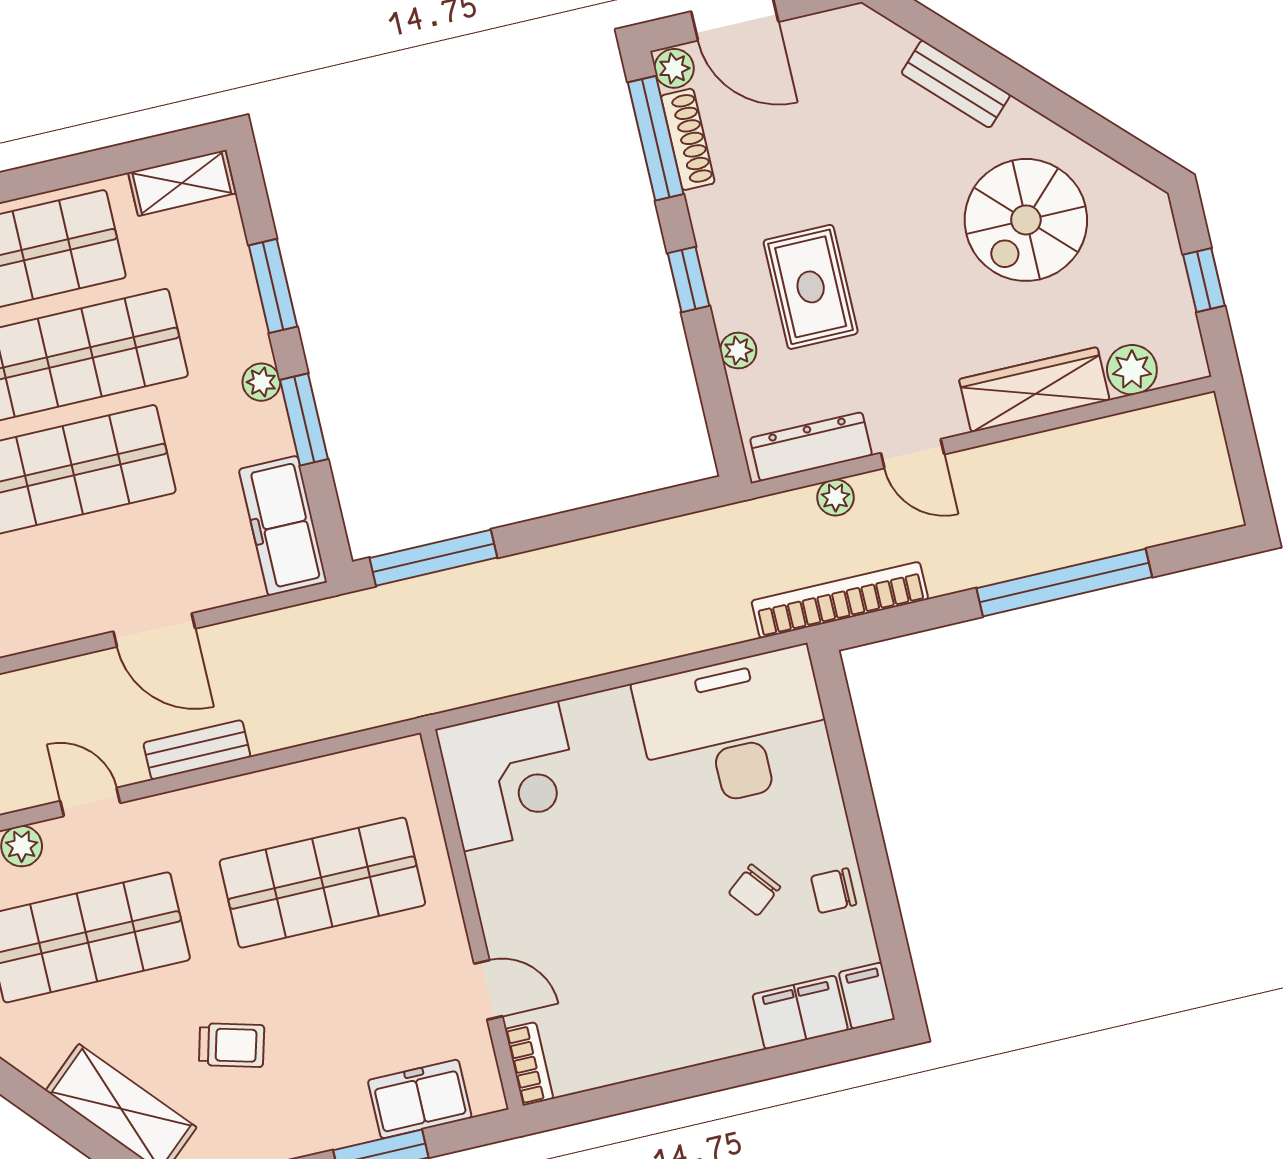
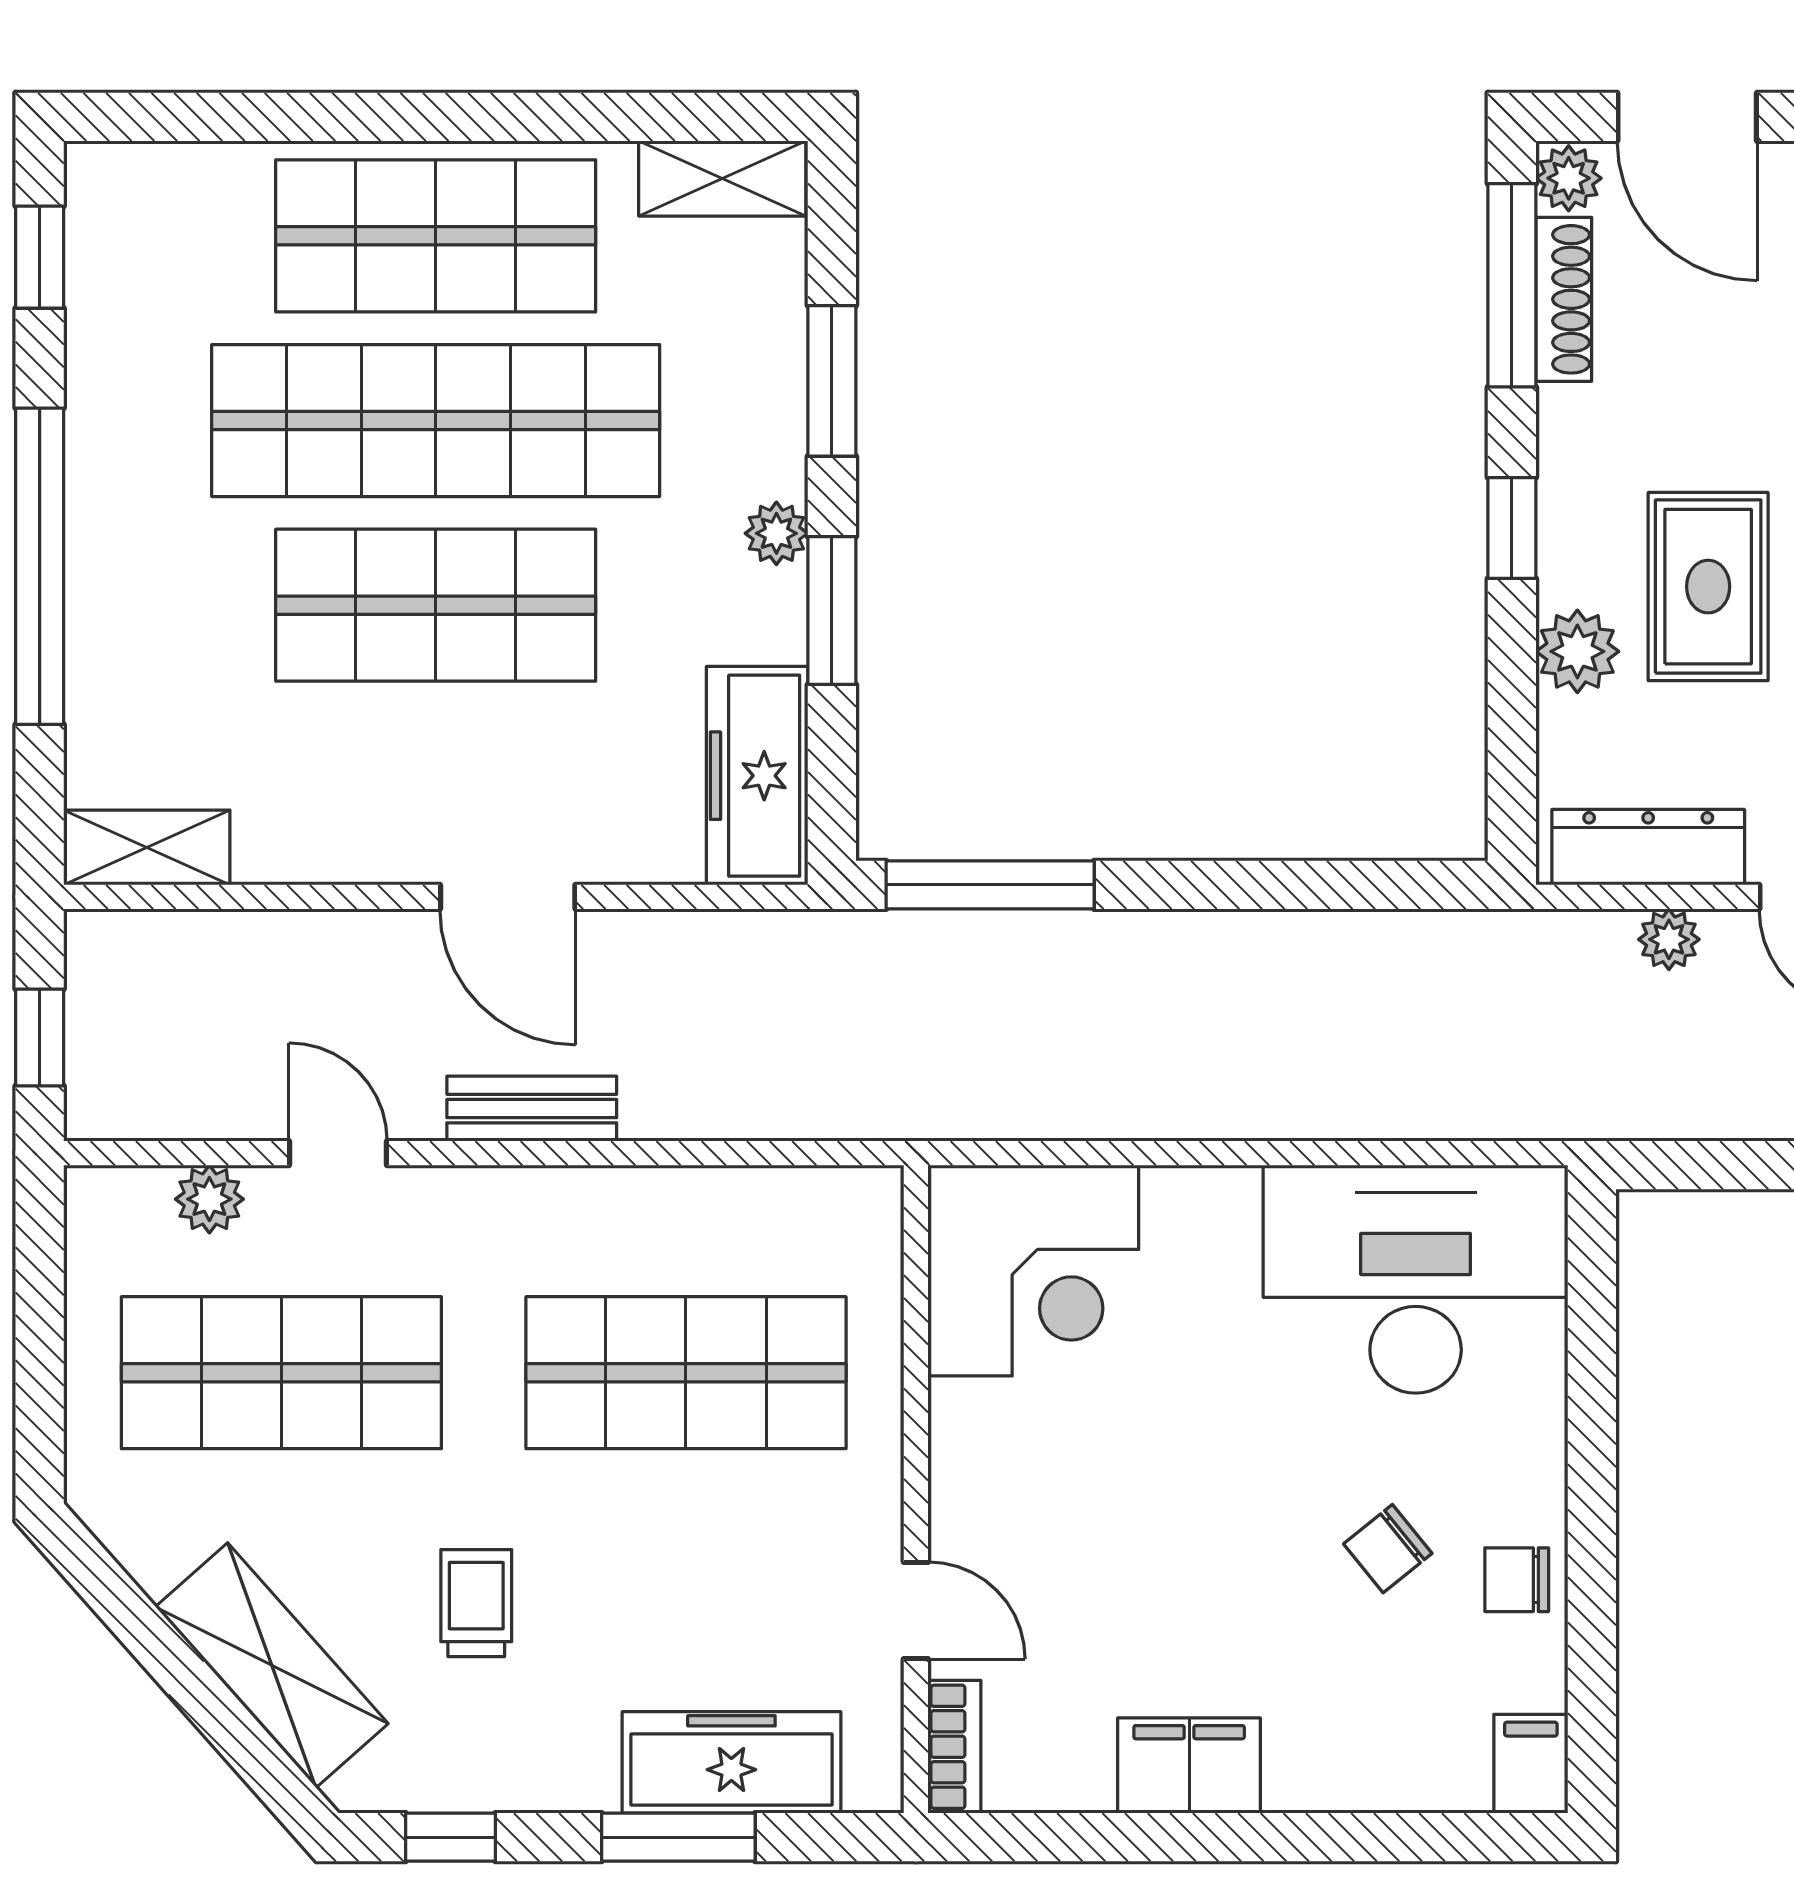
plant: (738, 350) -> (1577, 651), width x1.38, depth x1.38
bookcase: (840, 600) -> (1637, 1108), removed
filing cabinet: (800, 1012) -> (1189, 1766), moved
trolley: (232, 1045) -> (476, 1603), turned -105
freezer: (420, 1099) -> (731, 1762), width x1.40

